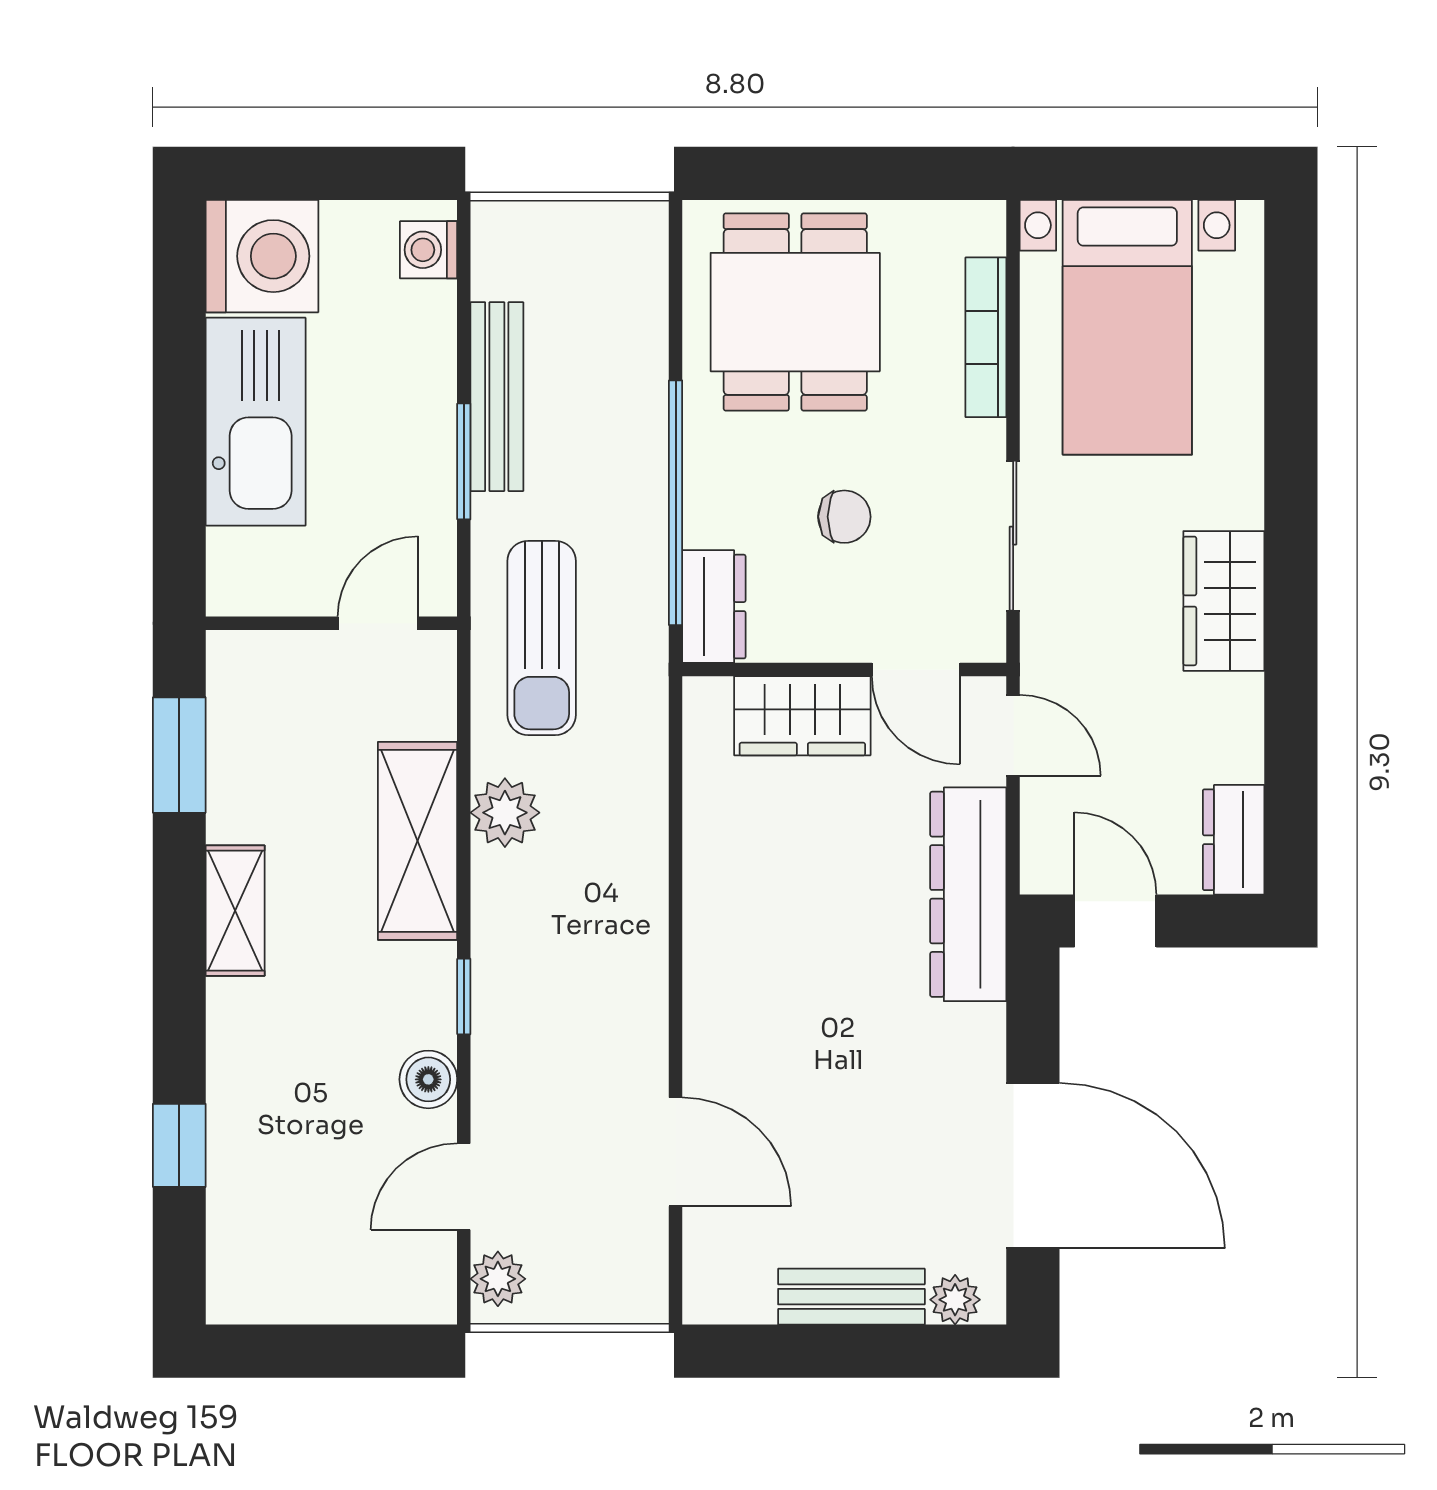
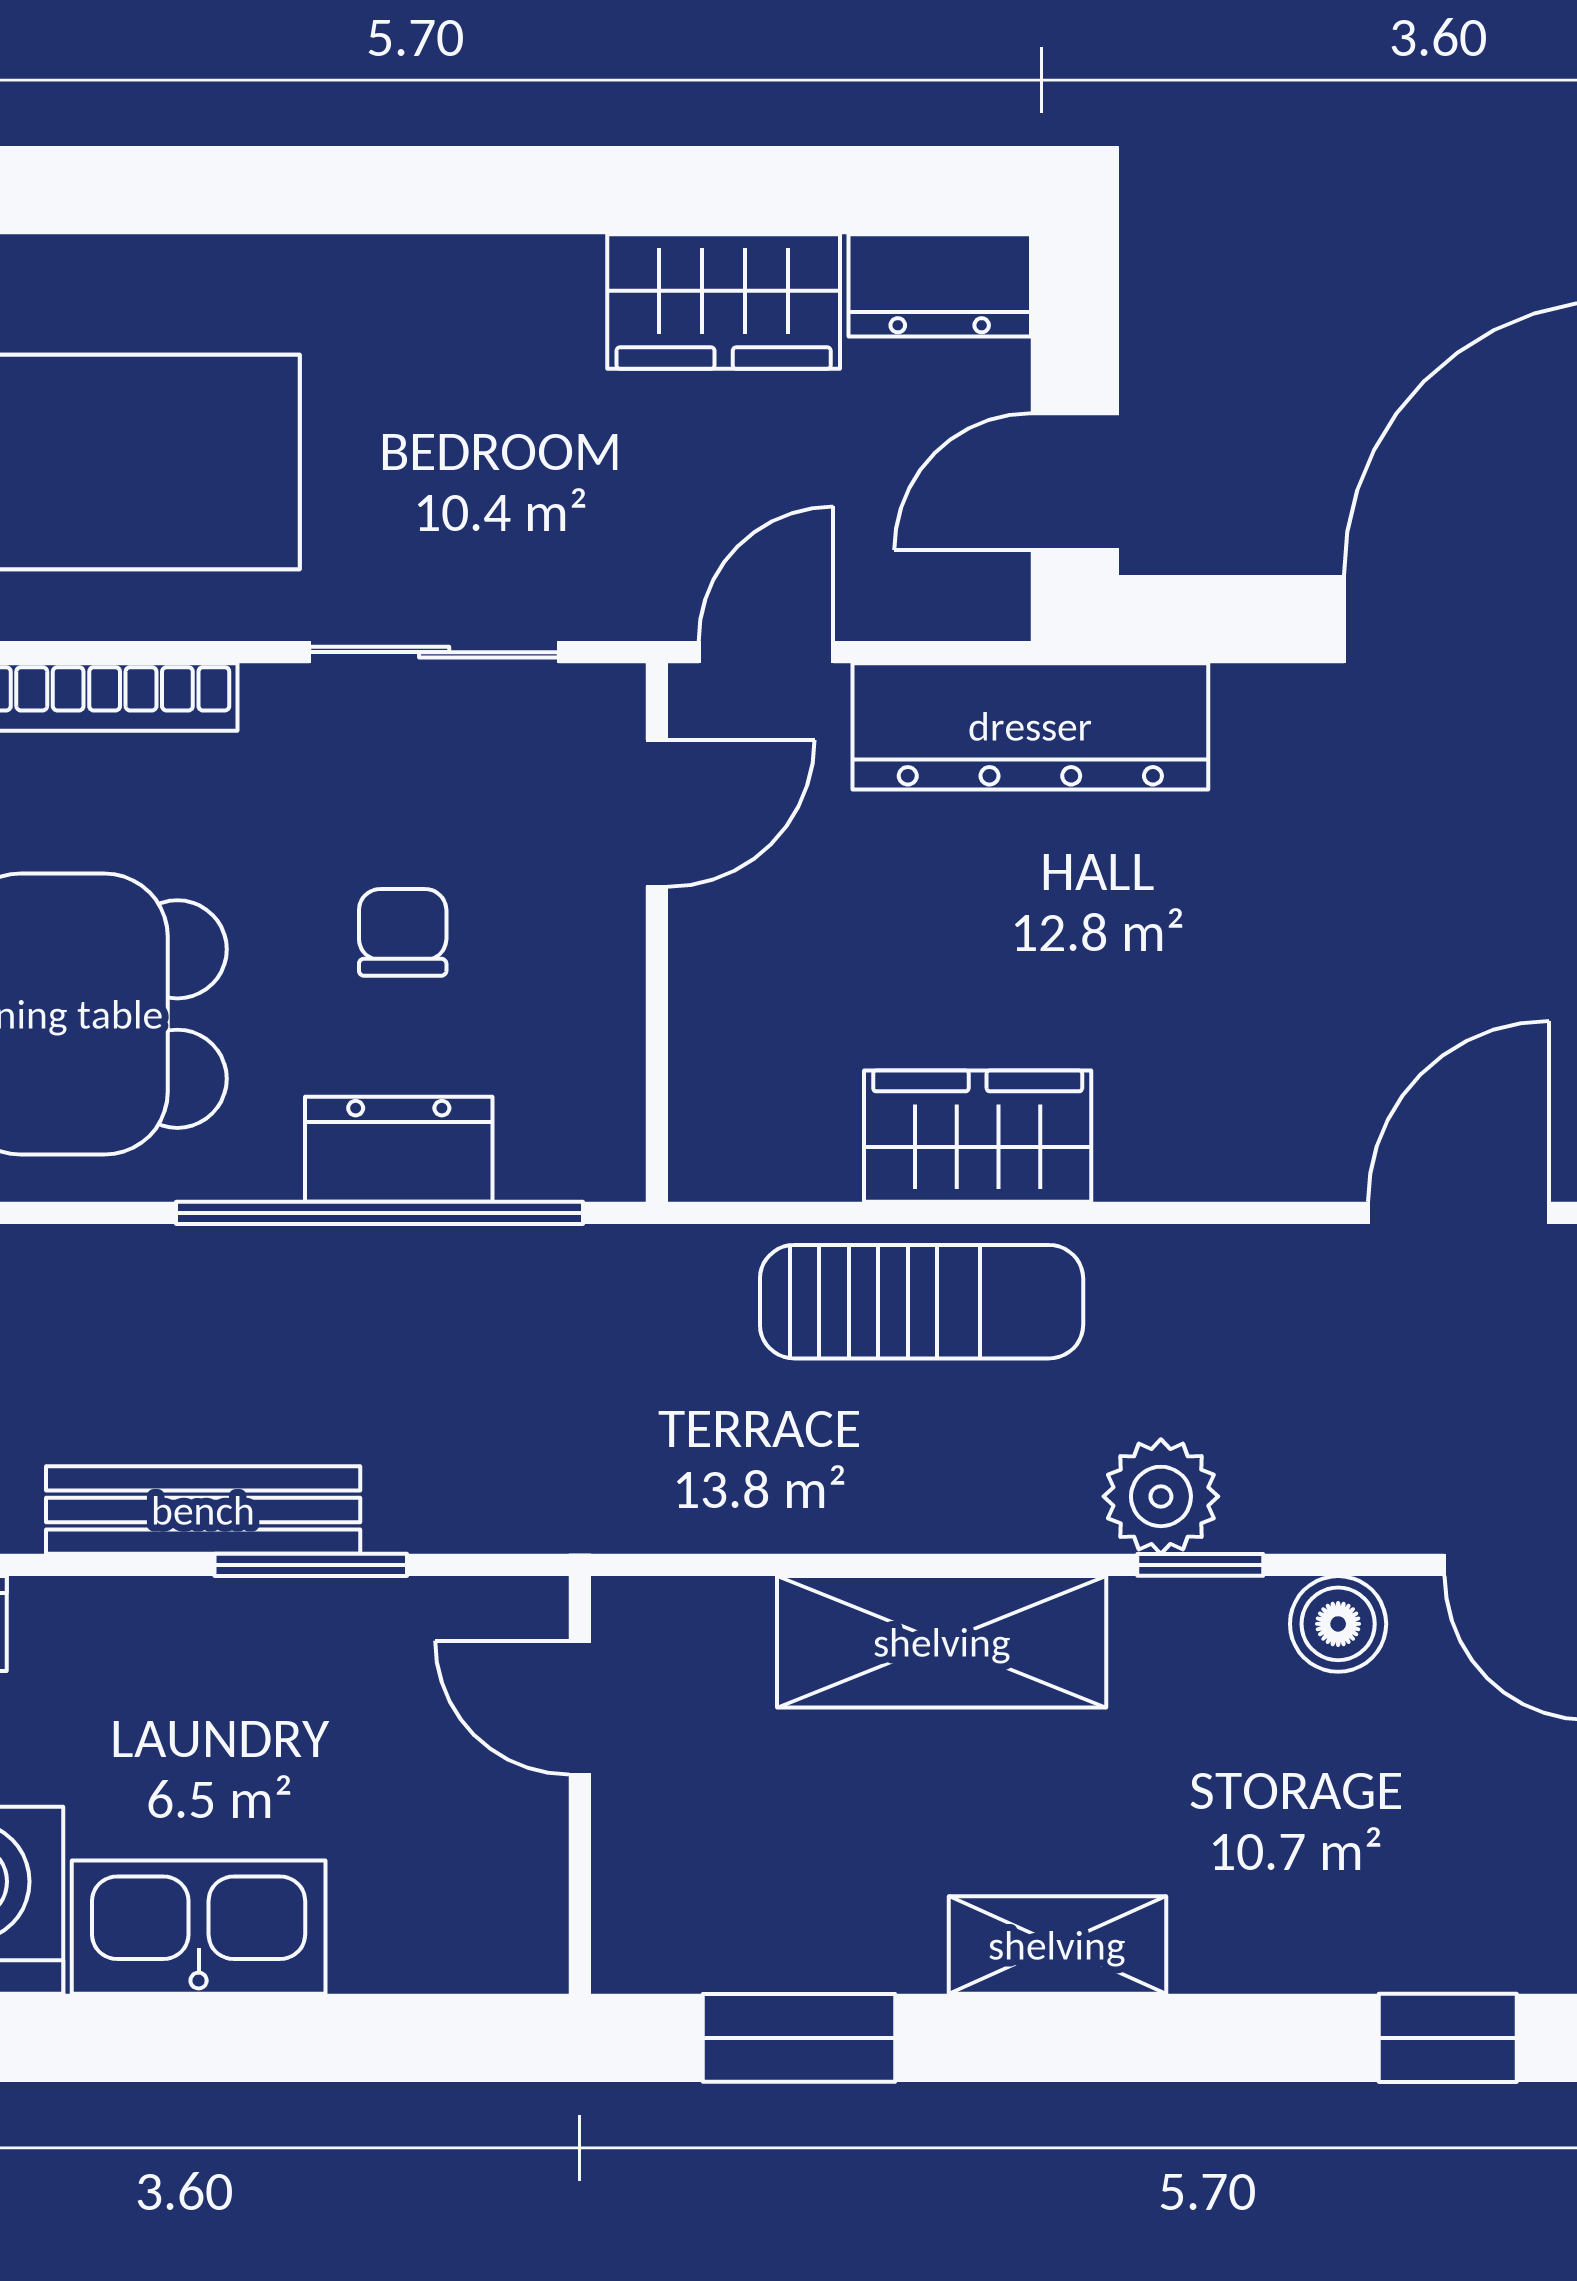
kitchen sink: (256, 422) -> (199, 1927), width x0.73, depth x0.81
wardrobe: (1224, 601) -> (724, 301), moved
dresser: (714, 607) -> (399, 1149), moved
sun lounger: (542, 638) -> (922, 1302), moved
wardrobe: (802, 716) -> (978, 1136), moved, turned -90
plant: (505, 813) -> (1161, 1496), moved

